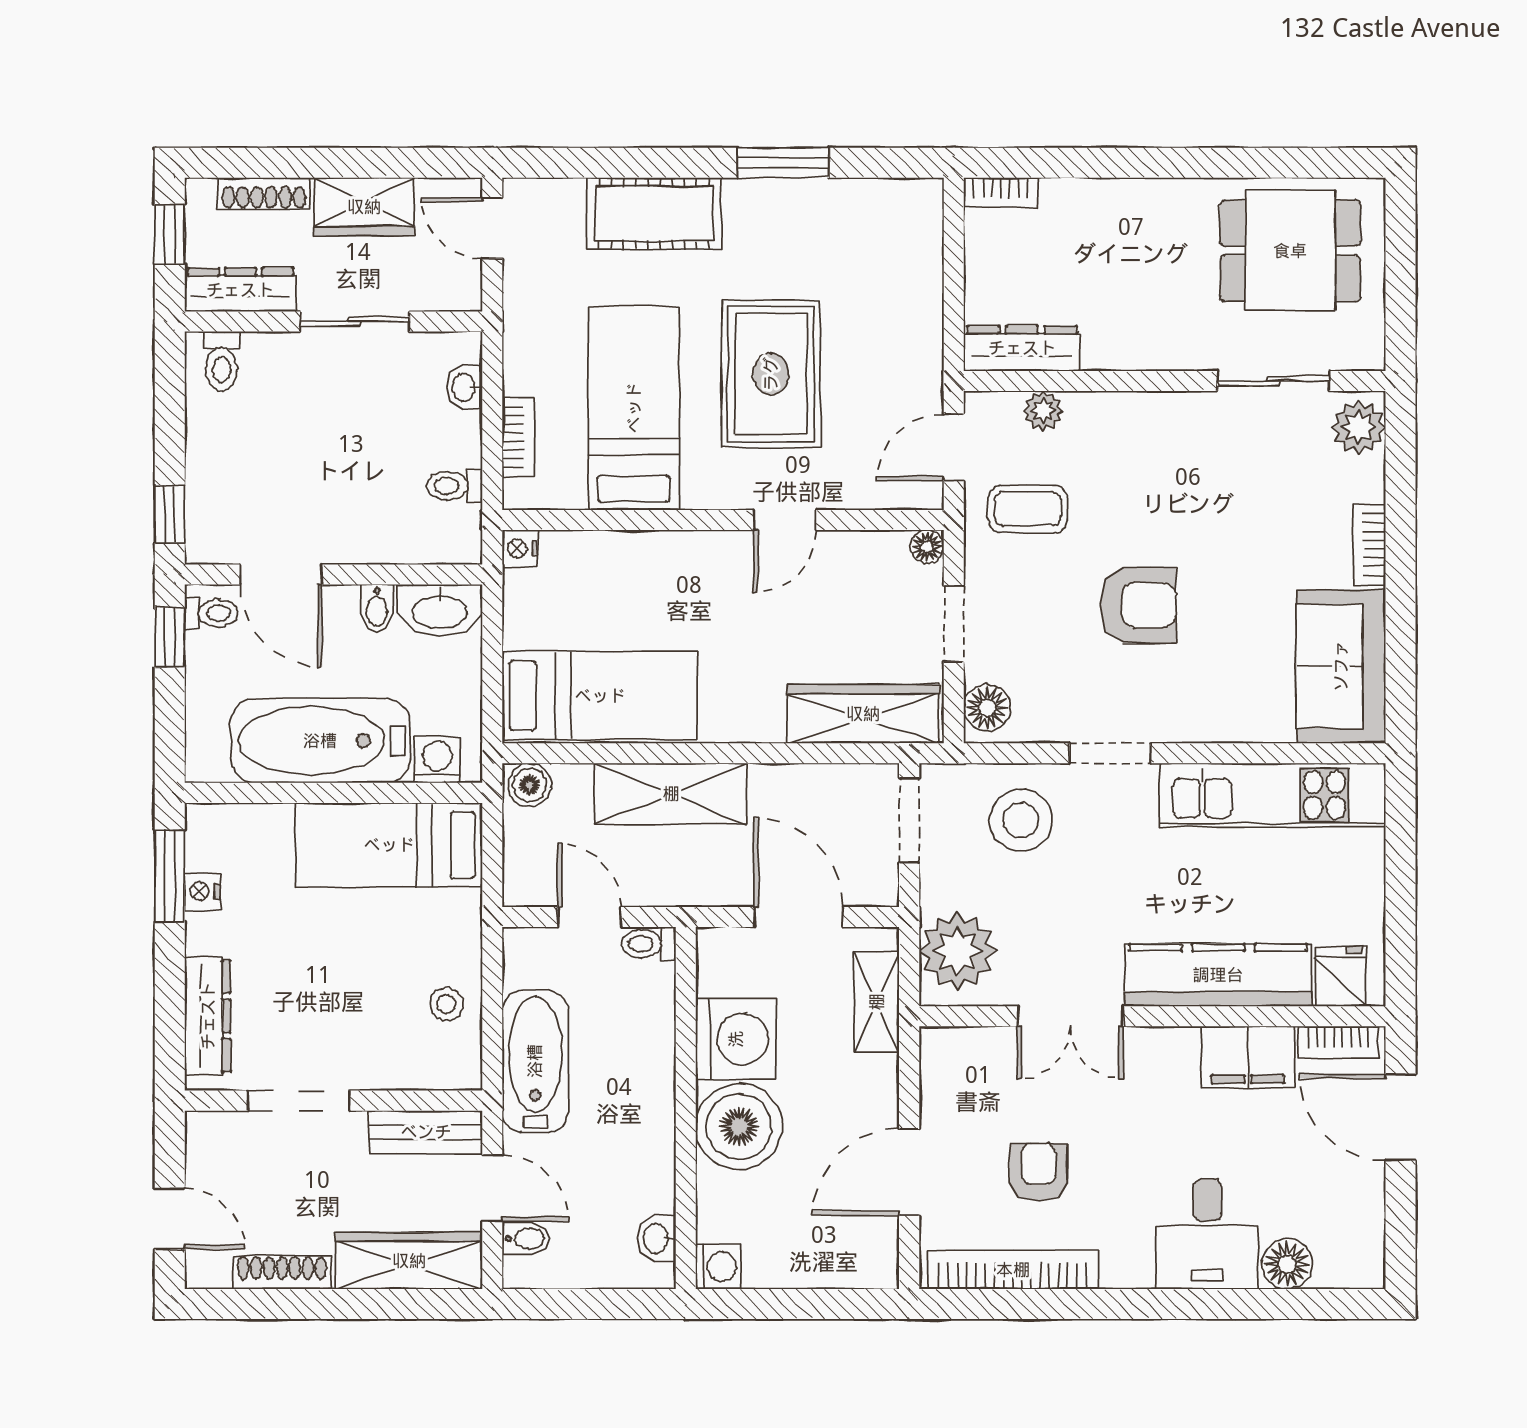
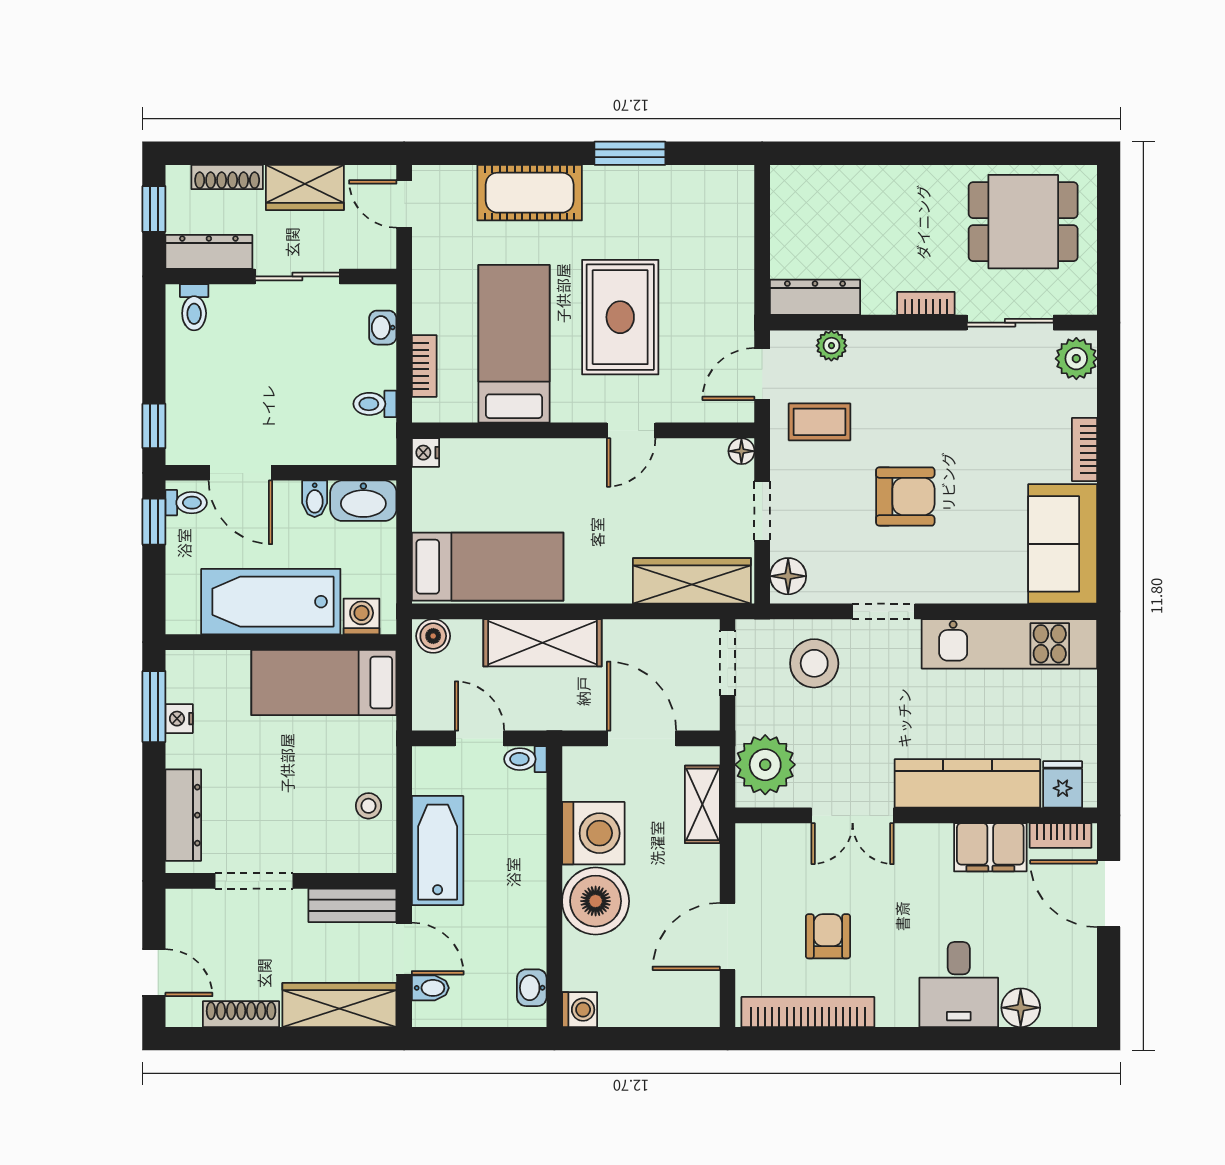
bookcase: (1001, 192) -> (926, 303), moved, turned 180

